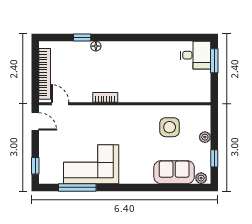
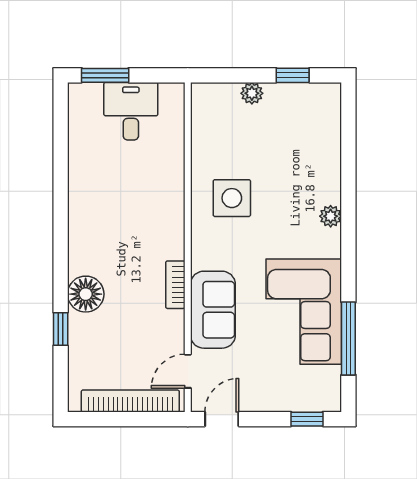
floor lamp: (96, 46) -> (86, 294), width x1.89, depth x1.89
desk: (196, 55) -> (131, 111), moved
side table: (170, 127) -> (232, 198), moved
sofa: (174, 172) -> (213, 310), moved, turned 180
plant: (201, 178) -> (331, 216), moved

